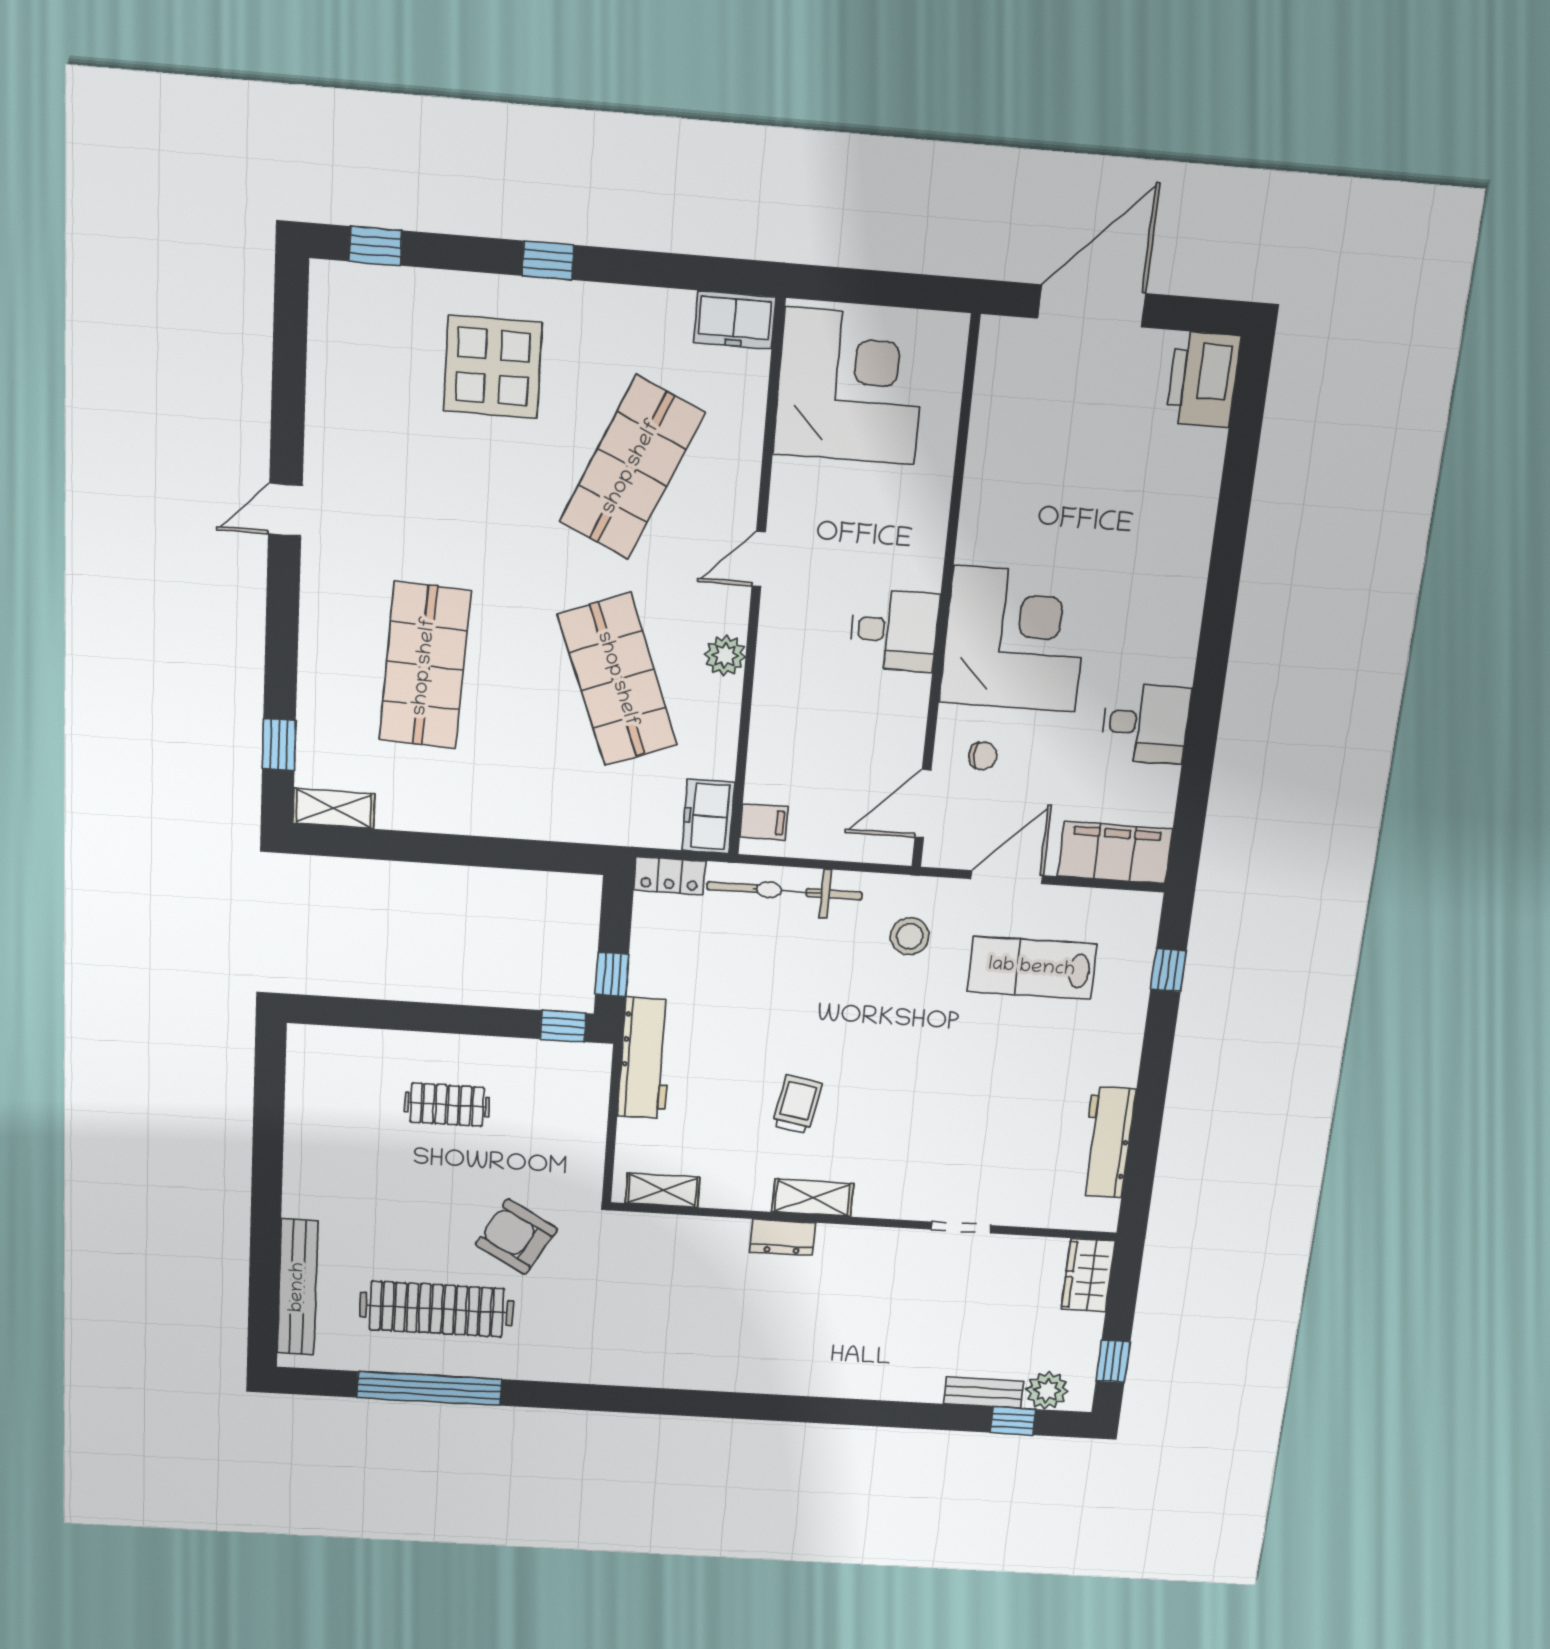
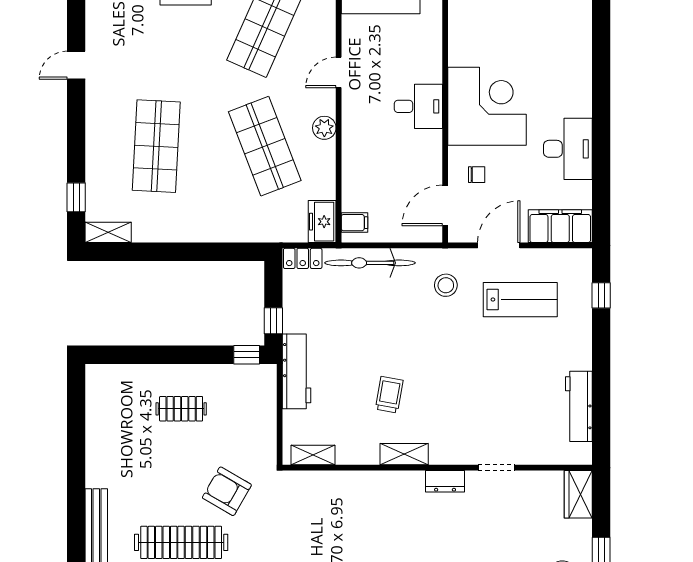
desk: (1145, 723) -> (568, 149), width x1.37
lab bench: (1032, 968) -> (520, 300), turned 180
dresser: (783, 1237) -> (445, 481), moved

